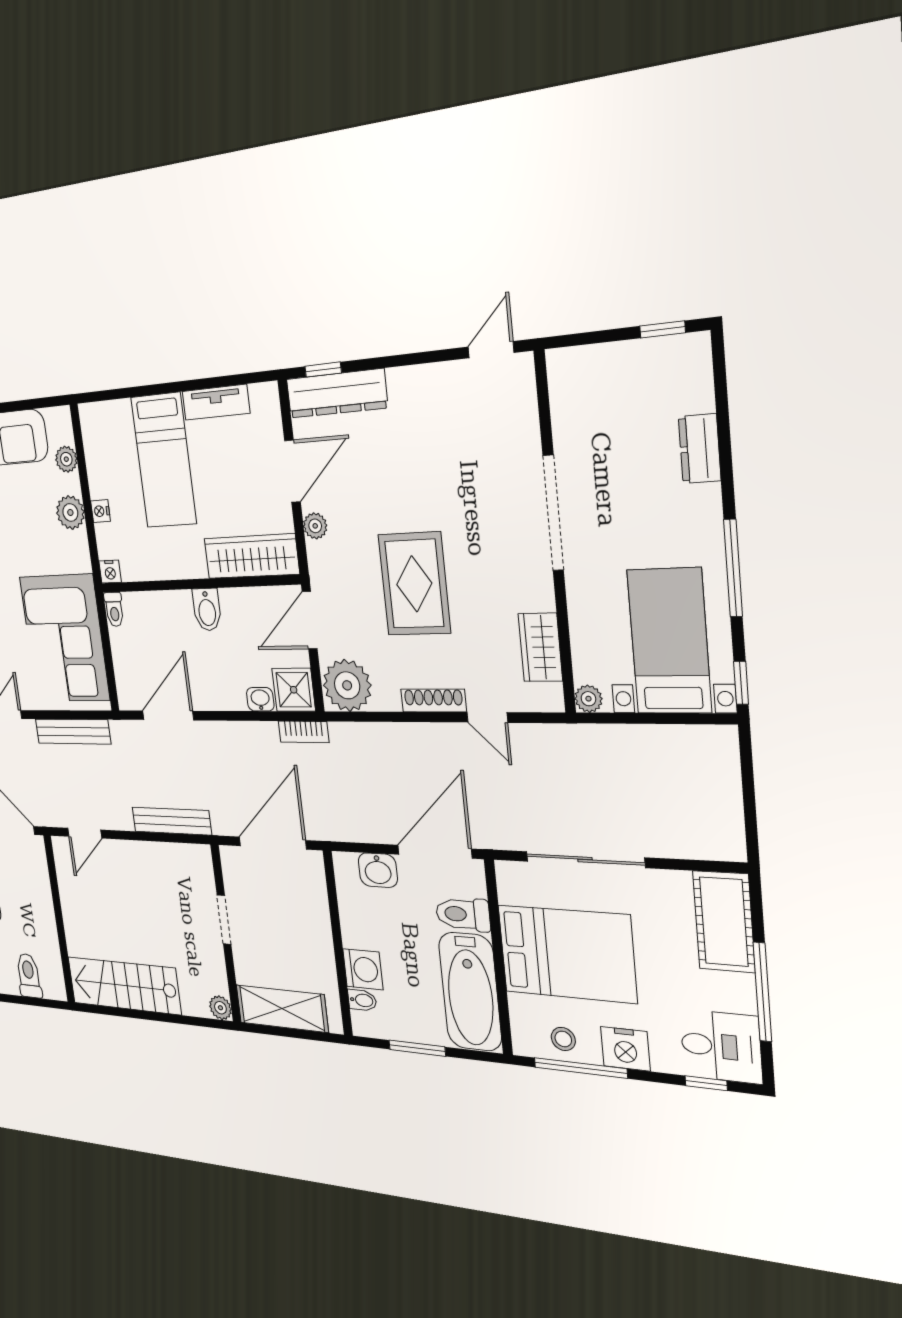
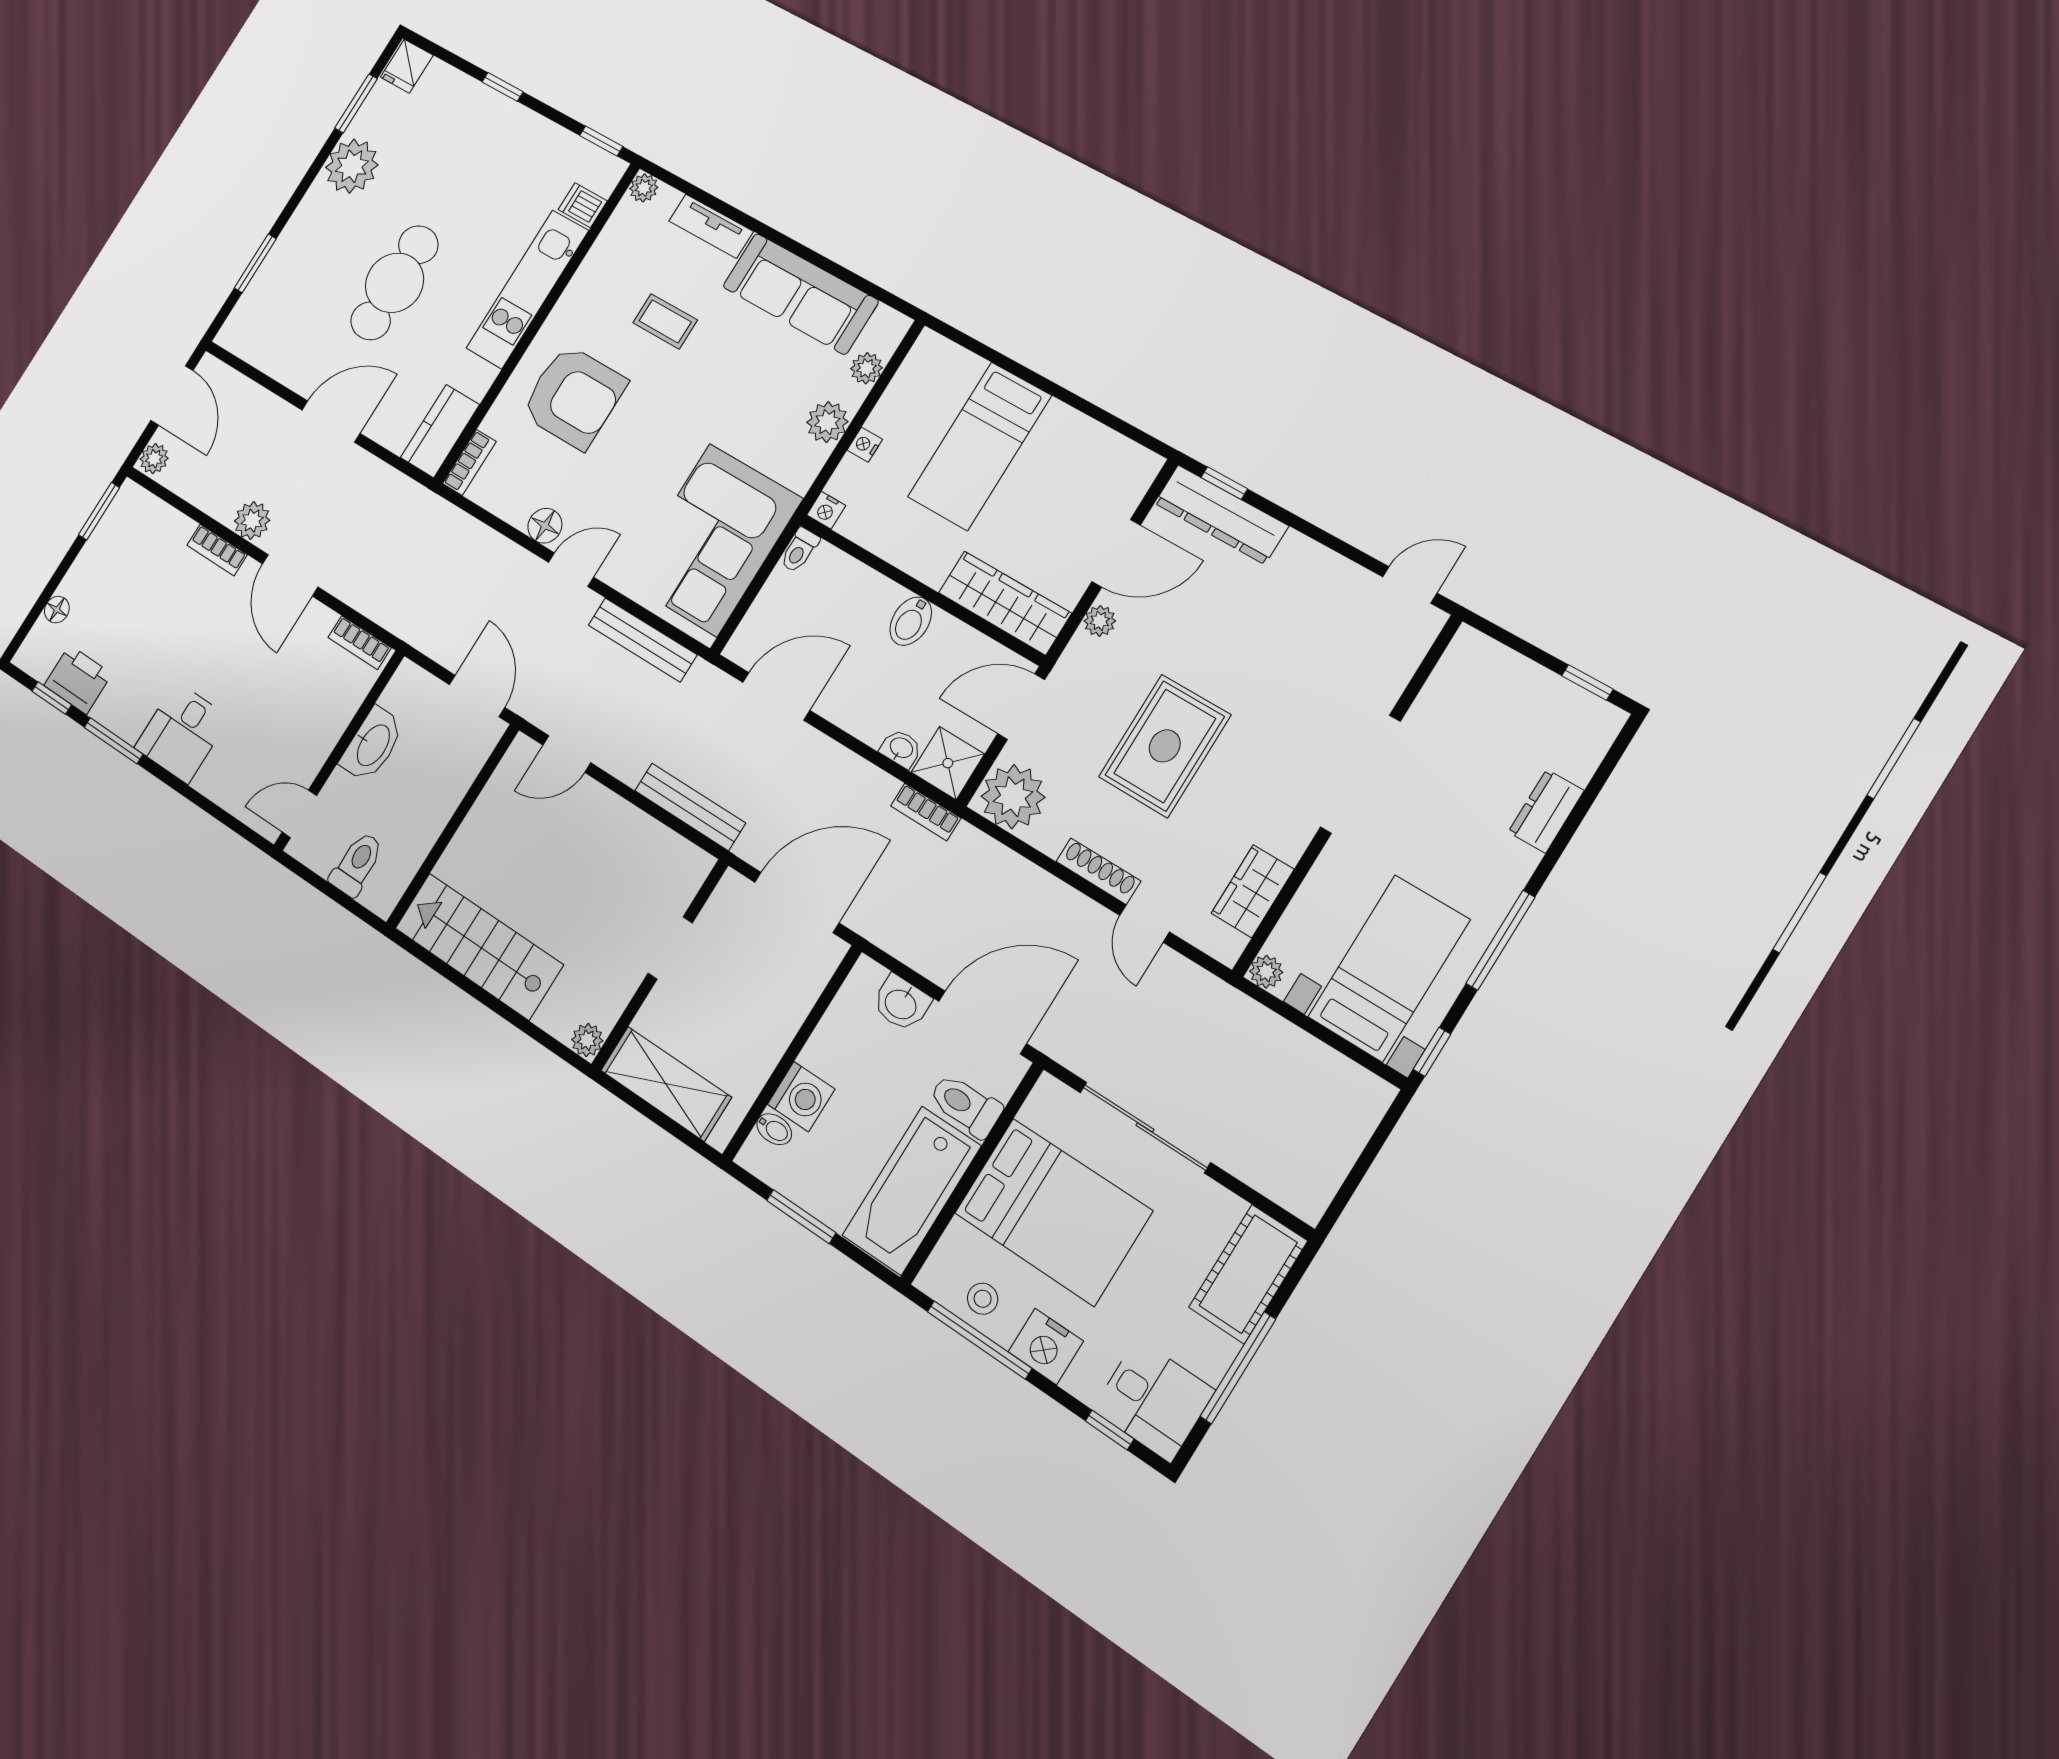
tv unit: (216, 402) -> (1084, 433), removed

